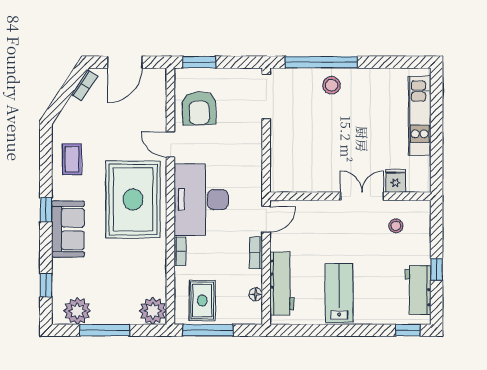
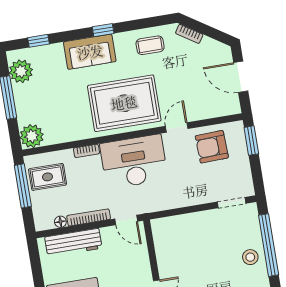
bookcase: (84, 85) -> (189, 34), moved
doorway: (266, 96) -> (231, 203), width x0.73
bookcase: (256, 253) -> (89, 217), width x1.56

